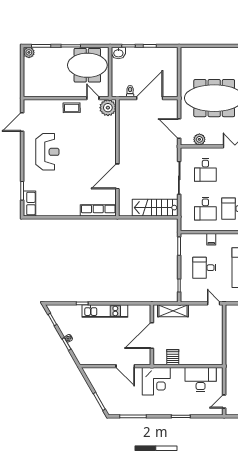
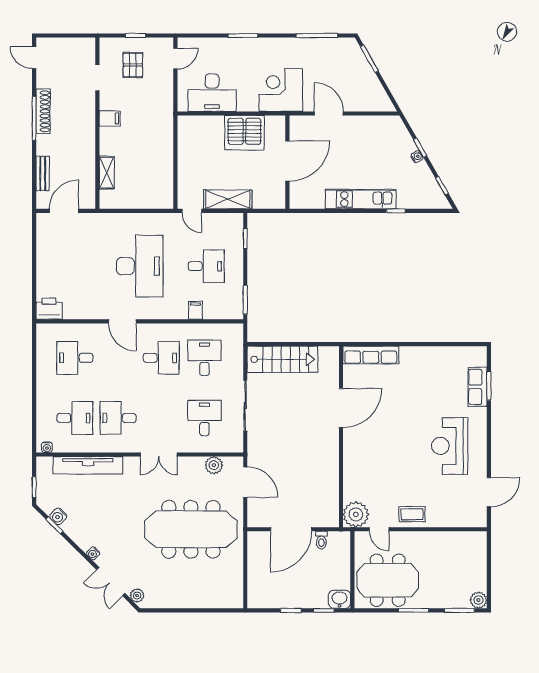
row of seats: (29, 204) -> (477, 387), moved
shelving: (173, 311) -> (228, 199), moved
server rack: (173, 357) -> (244, 133), width x2.18, depth x1.44

